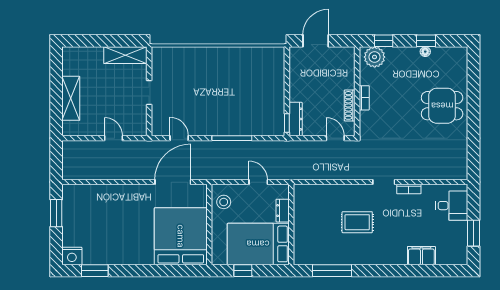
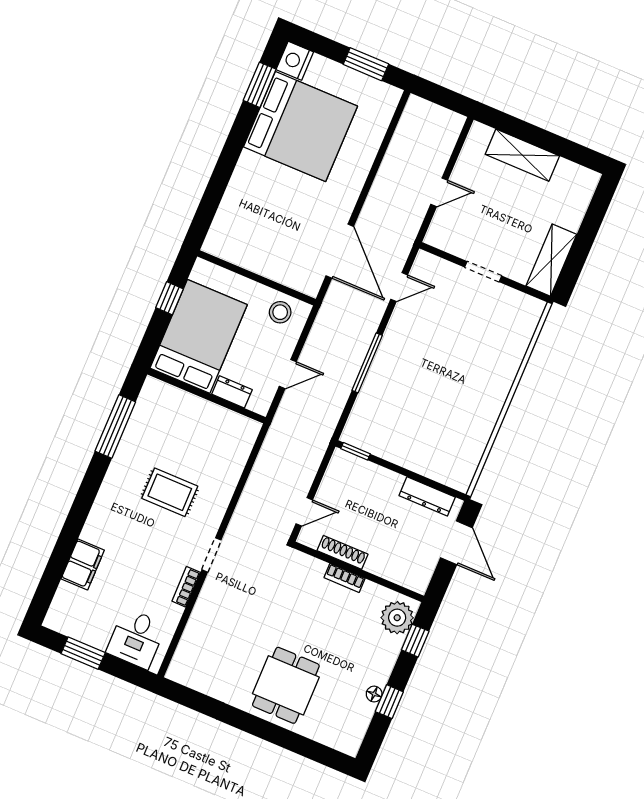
dresser: (296, 119) -> (427, 496), moved
rug: (357, 222) -> (170, 492), turned 90
bed: (181, 236) -> (300, 127), moved

